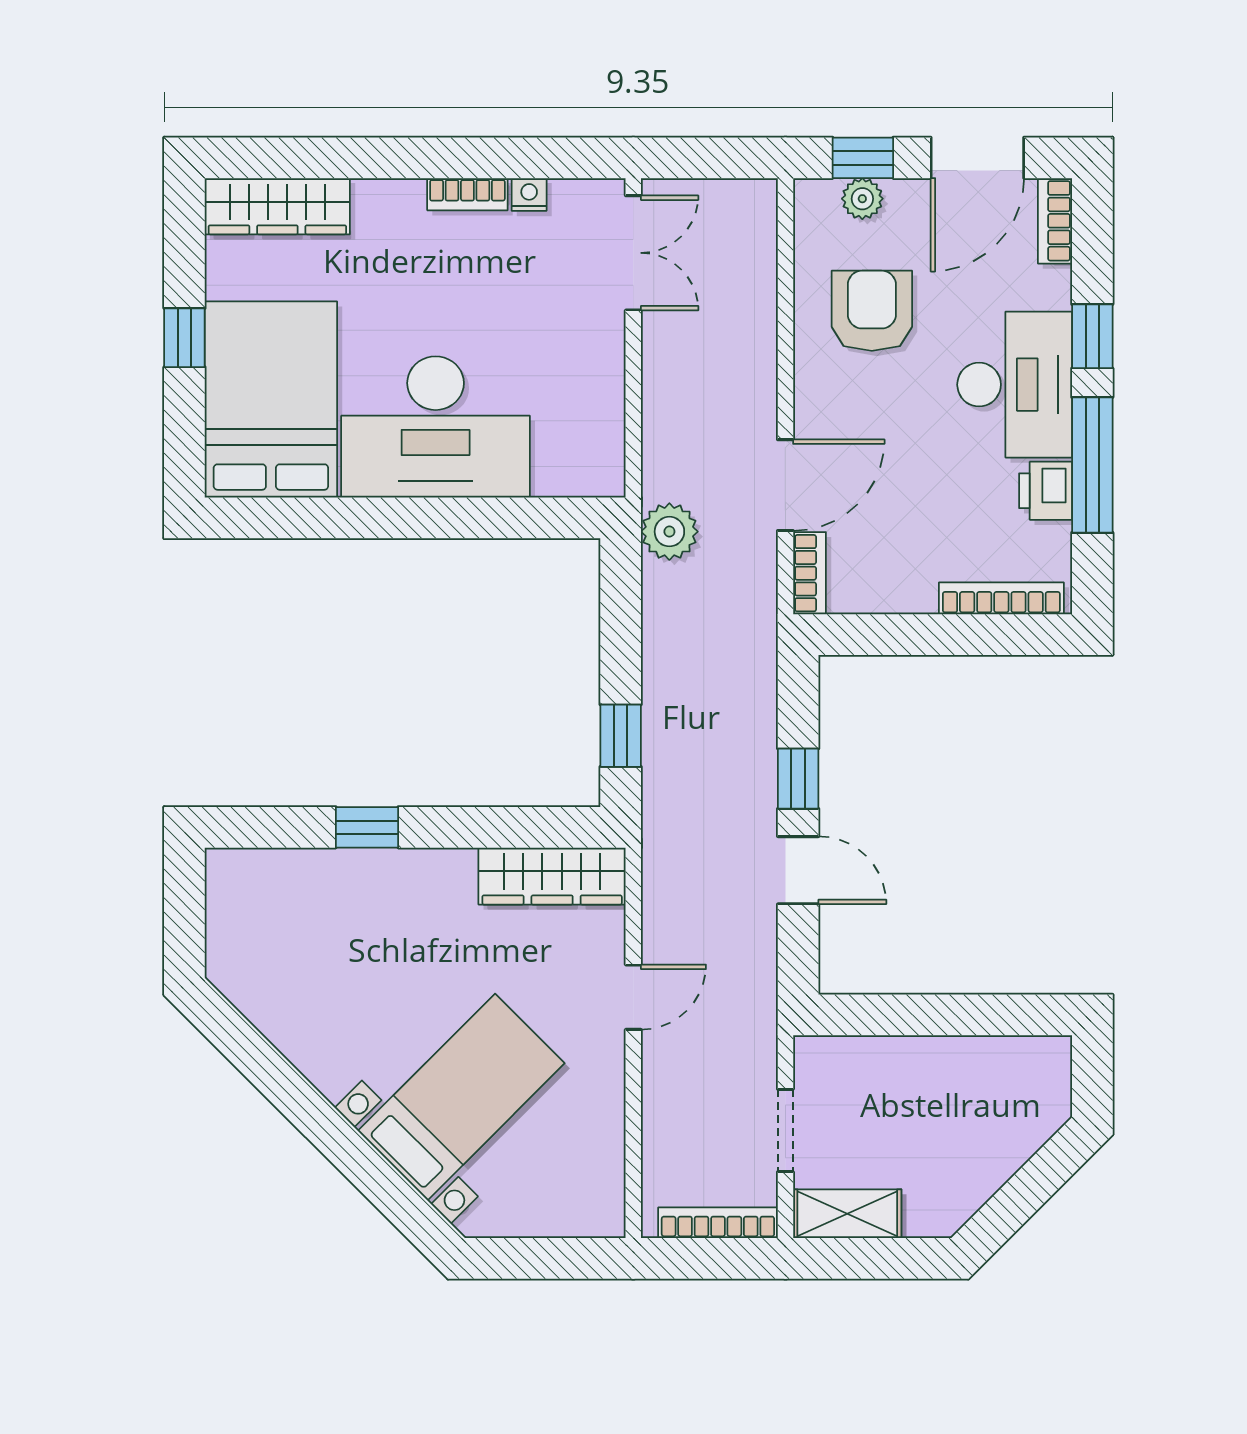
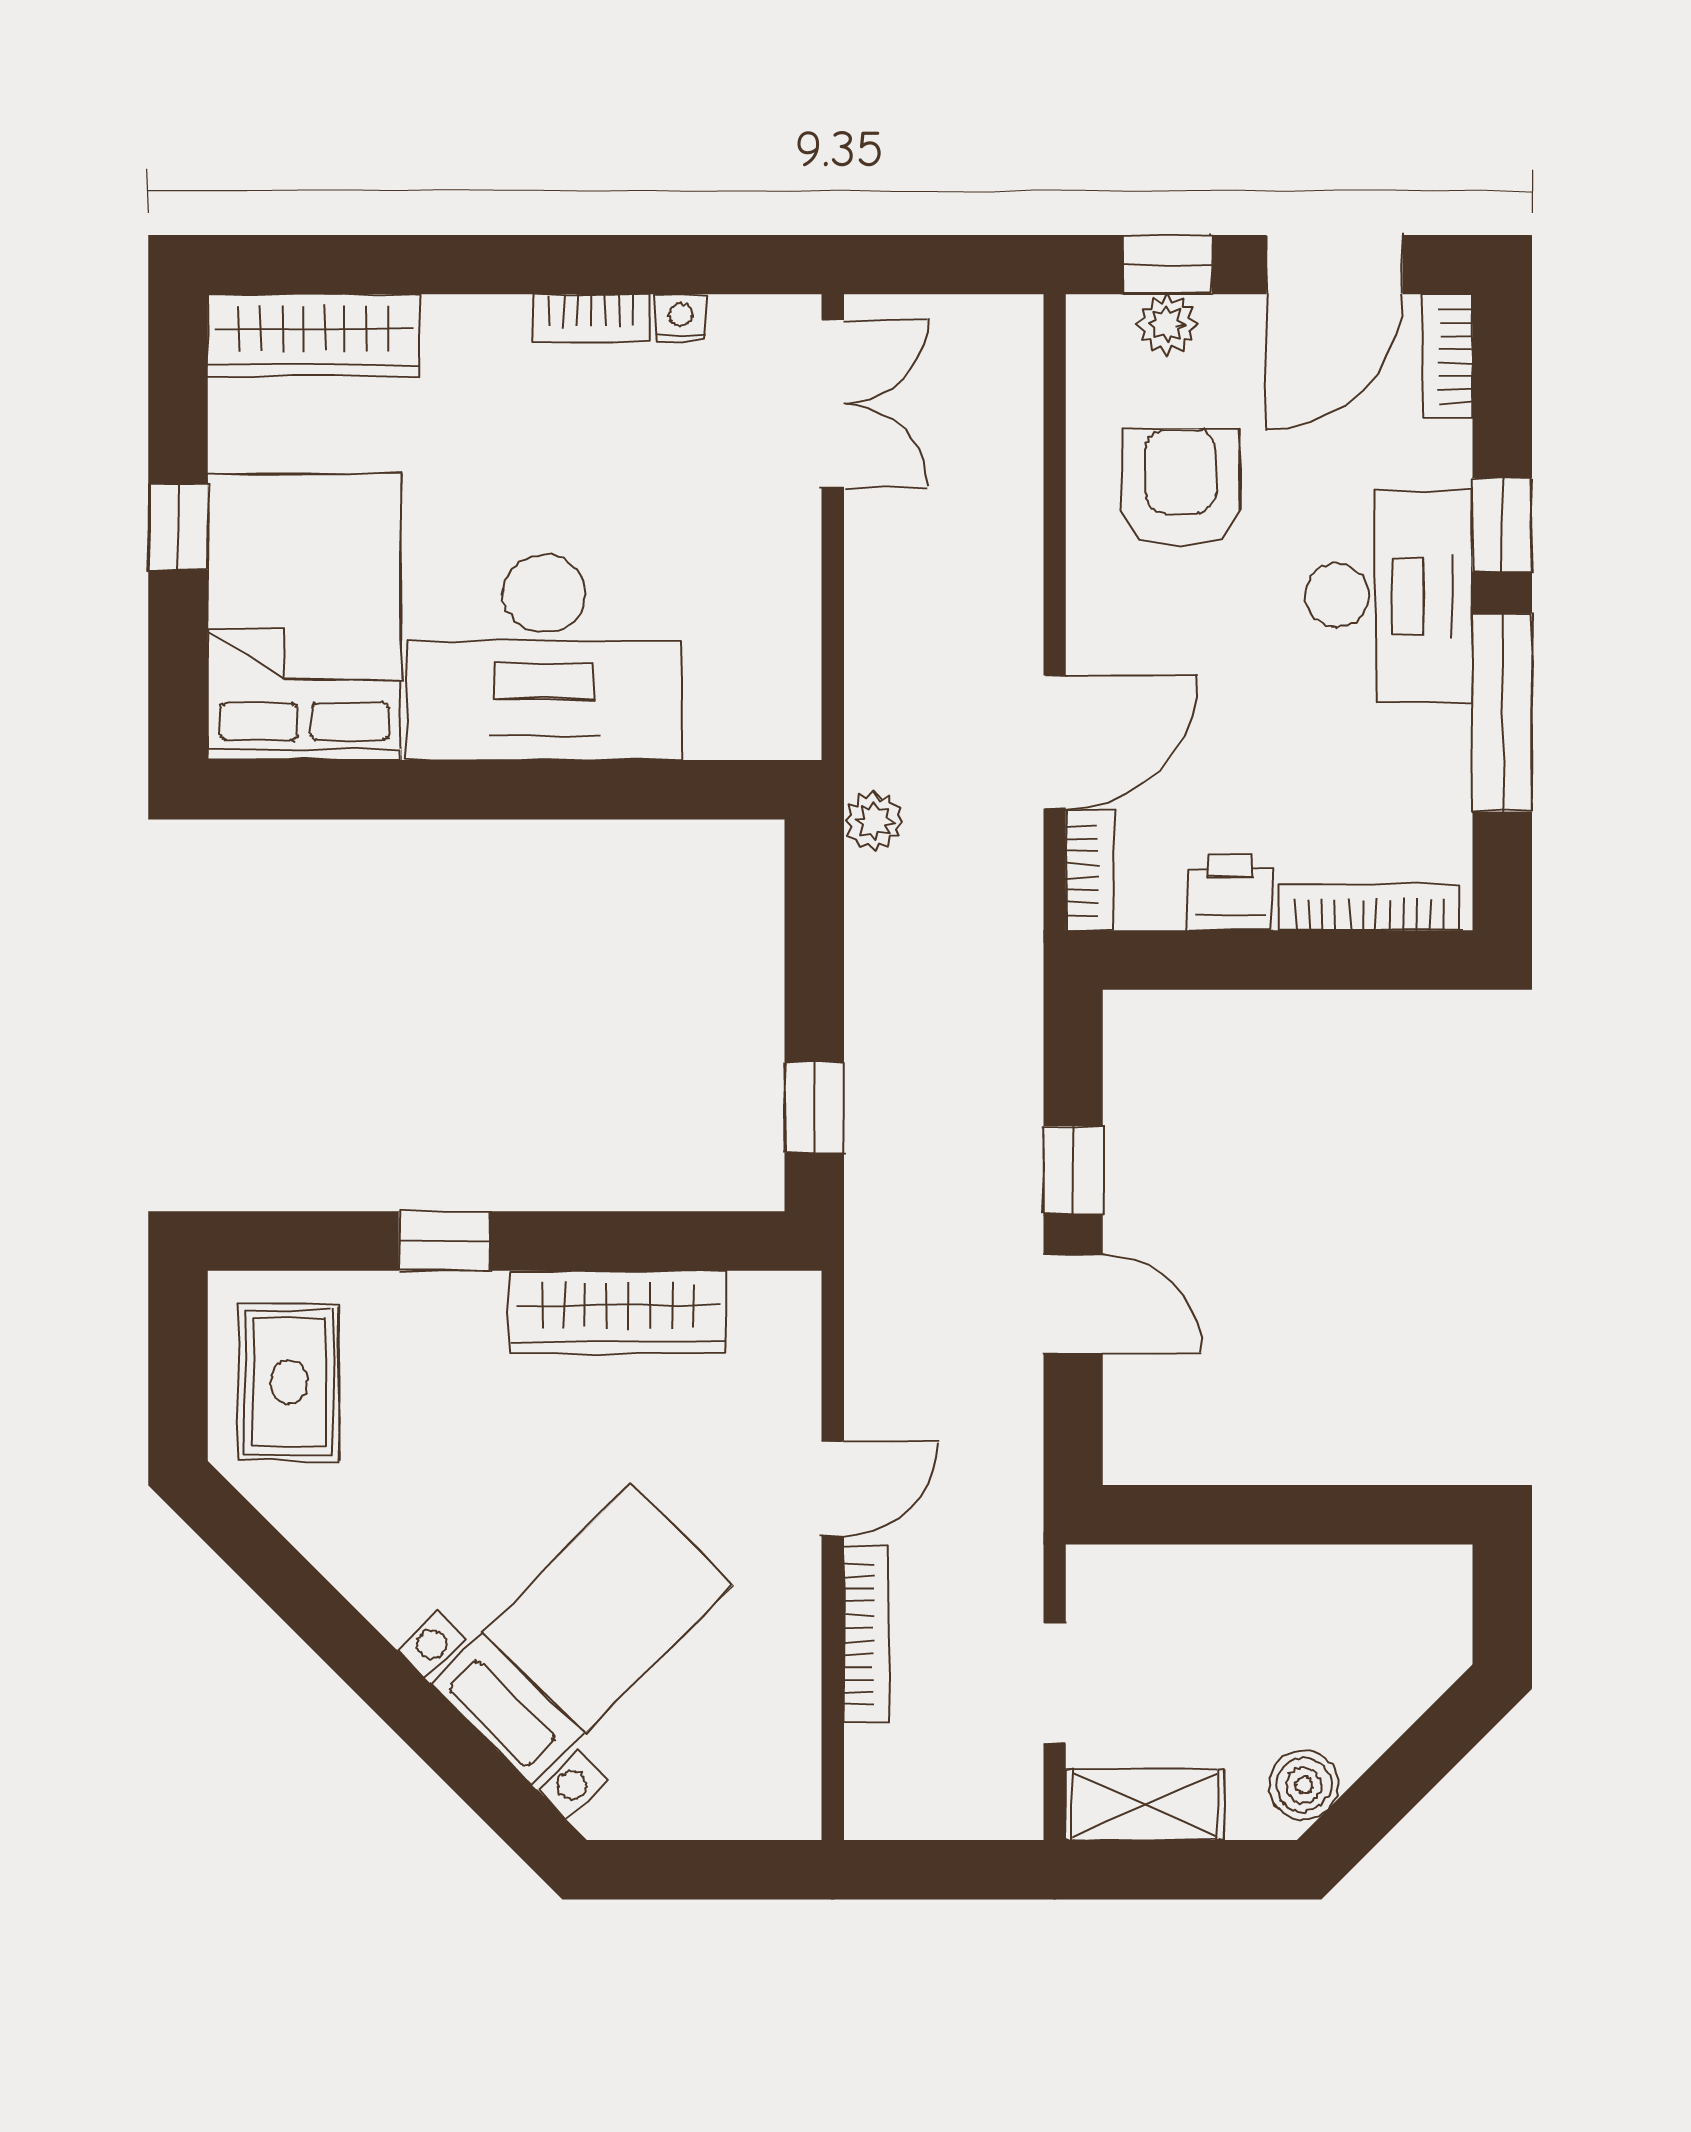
printer: (1046, 491) -> (1230, 892), moved, turned 90
plant: (669, 532) -> (874, 821), width x0.73, depth x0.73
wardrobe: (552, 876) -> (618, 1312), moved
rug: (260, 924) -> (289, 1382), added
boiler: (956, 1200) -> (1304, 1785), added
bookcase: (718, 1223) -> (866, 1634), moved, turned 90

